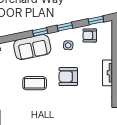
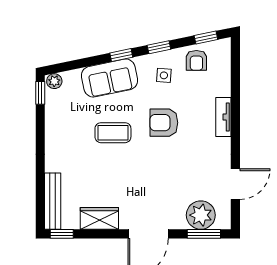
armchair: (90, 35) -> (196, 60), turned -90

